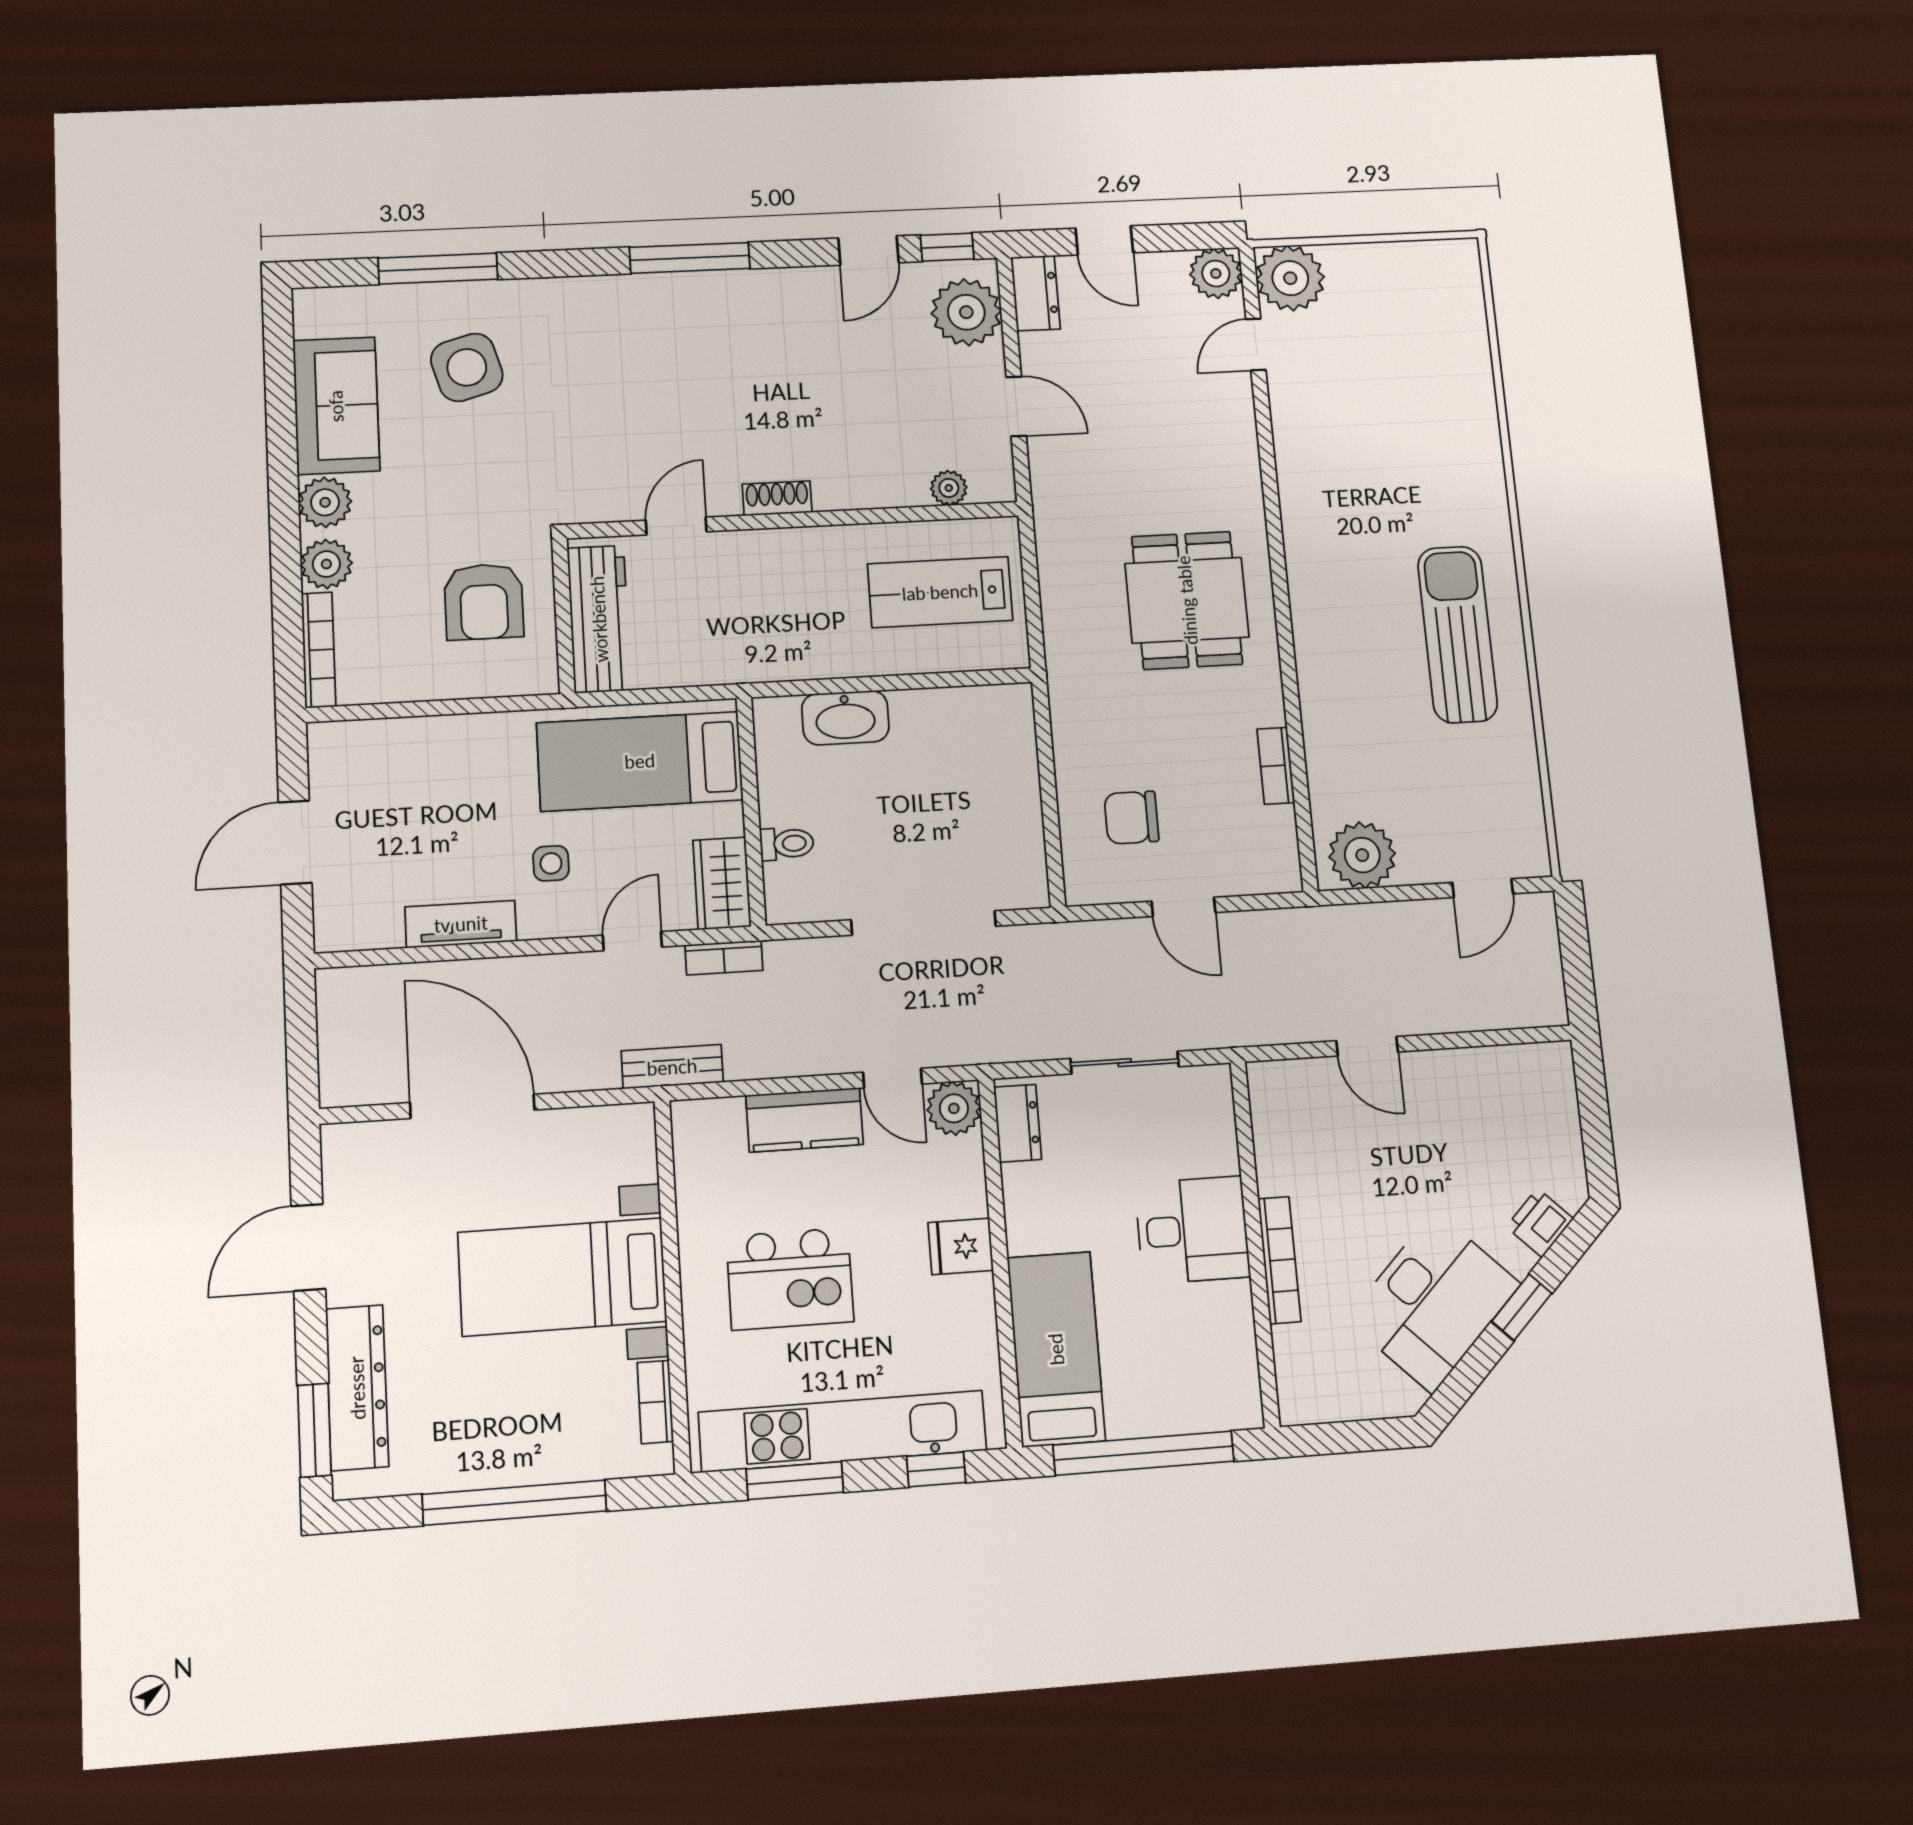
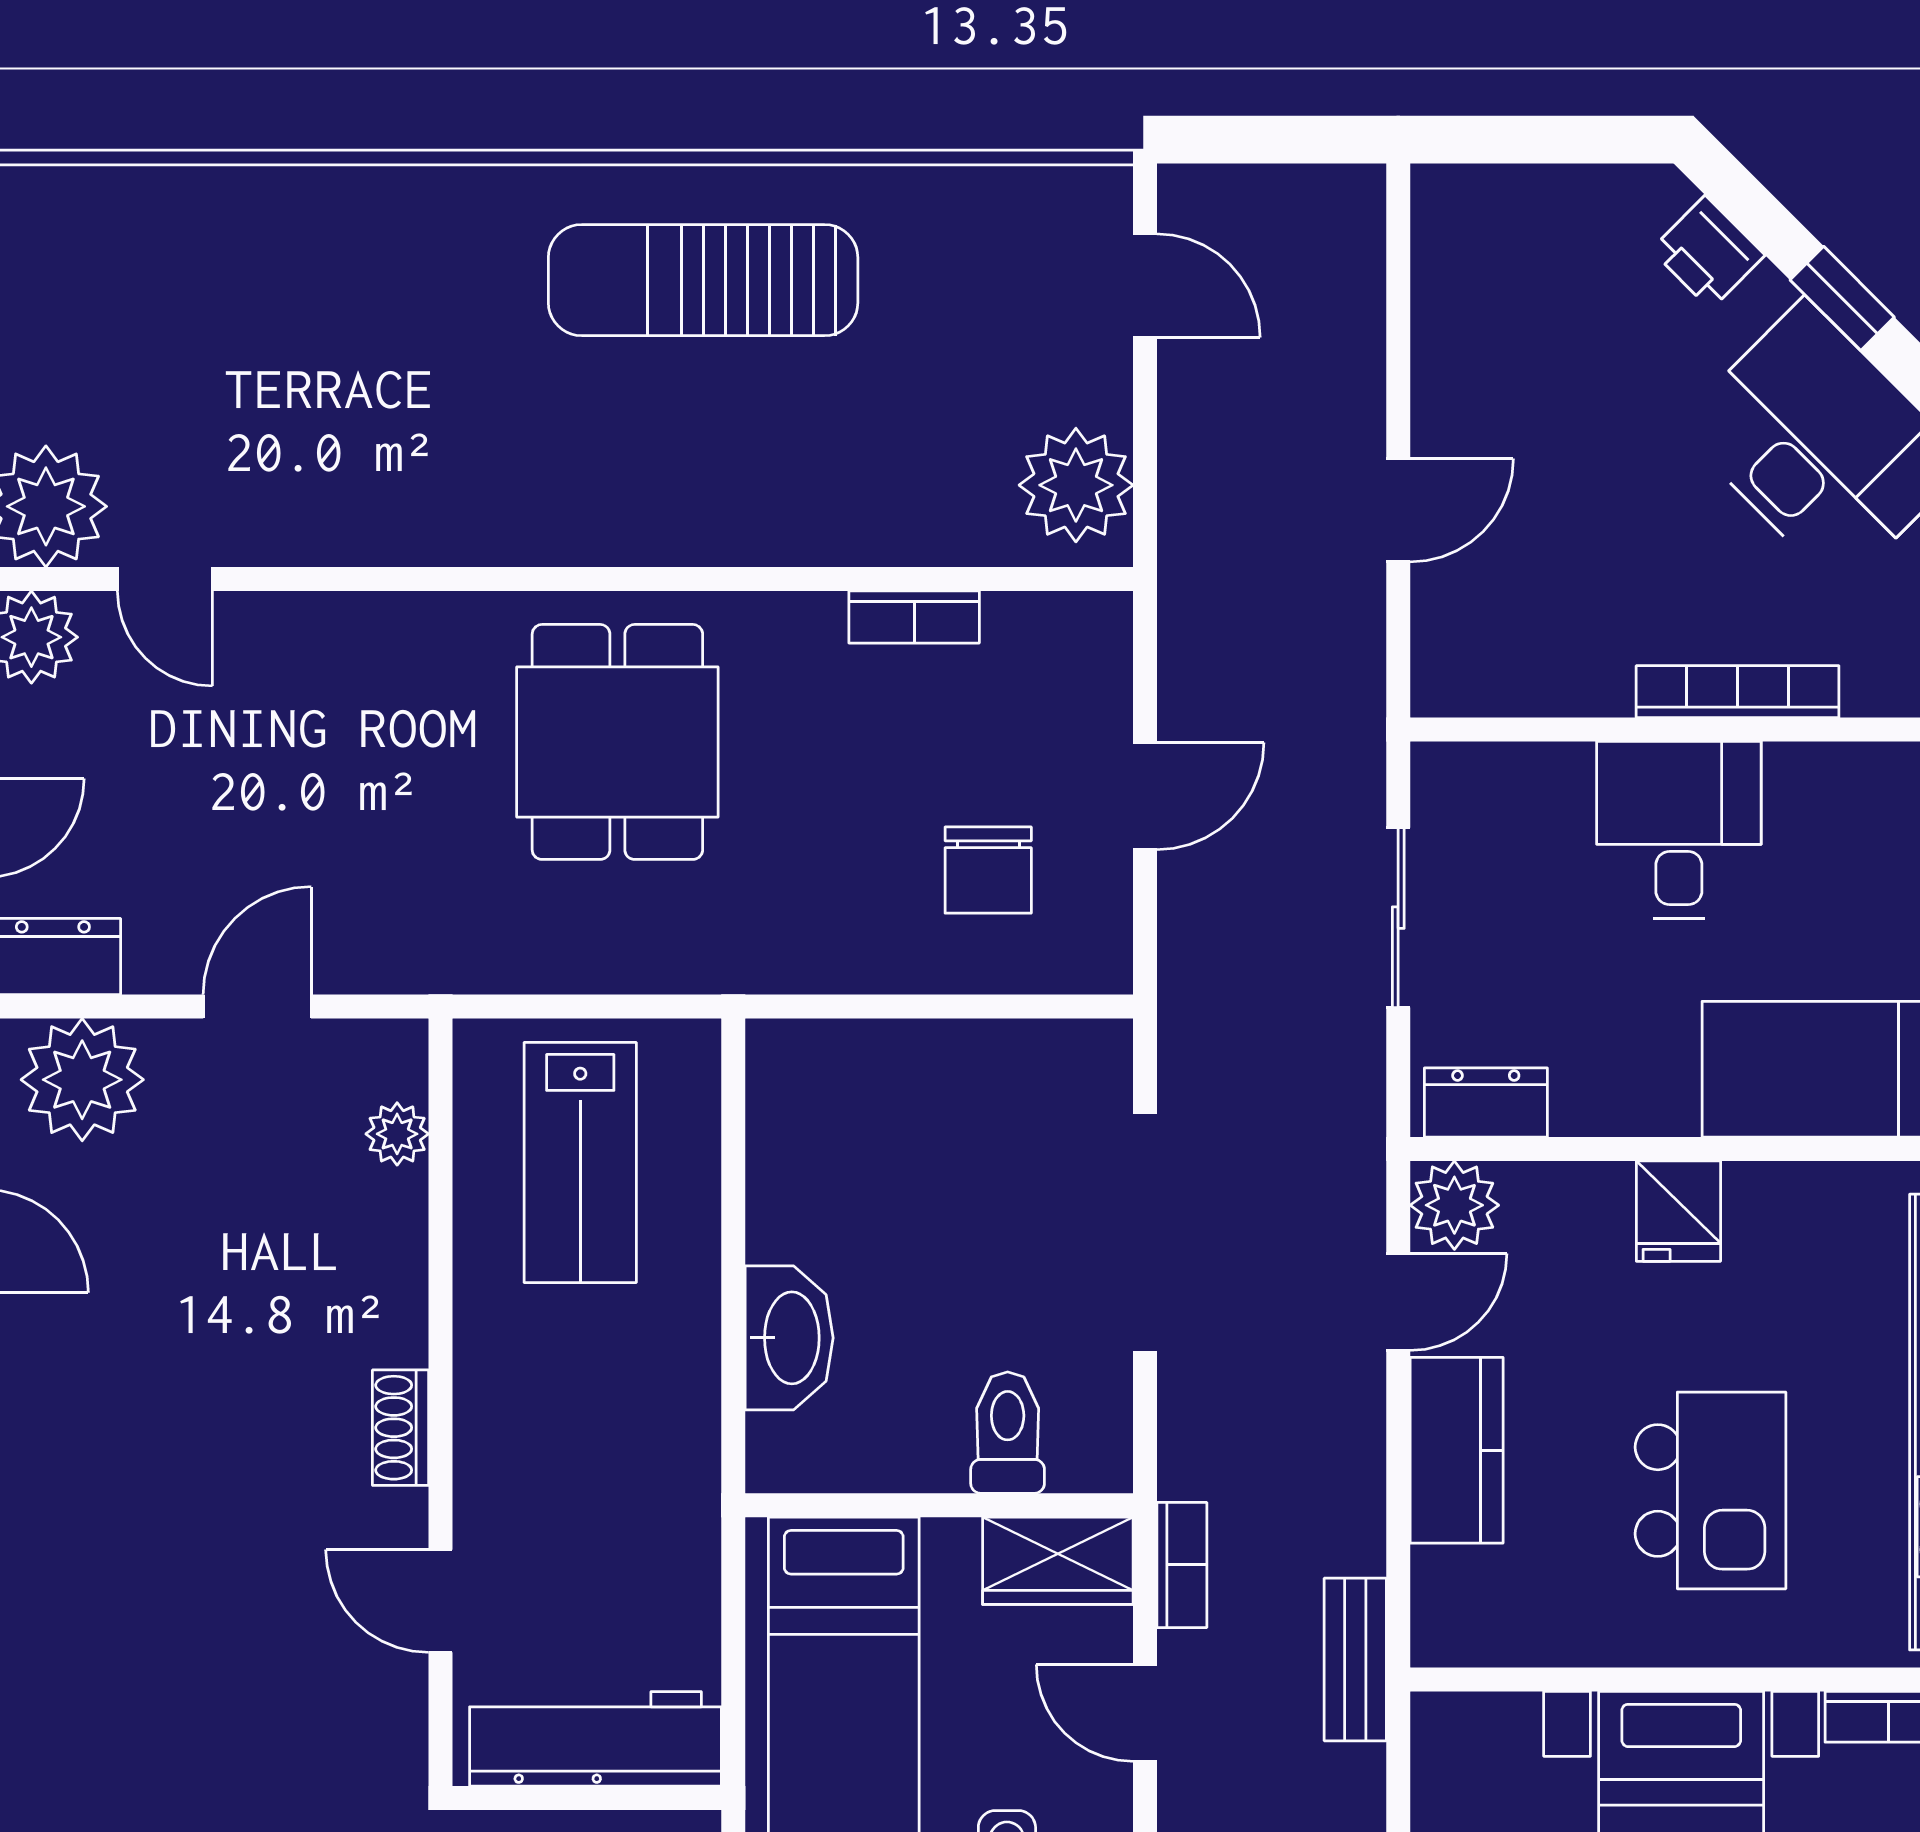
dining table: (1187, 600) -> (617, 742), turned 90
toilet: (787, 844) -> (1008, 1433), width x1.37, depth x1.39

